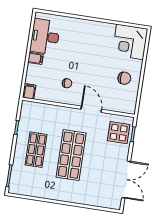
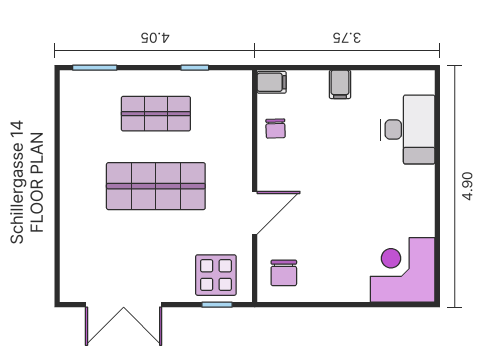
desk: (45, 37) -> (408, 130), moved, turned 90
chair: (124, 78) -> (284, 273), moved
chair: (67, 83) -> (276, 129), moved

